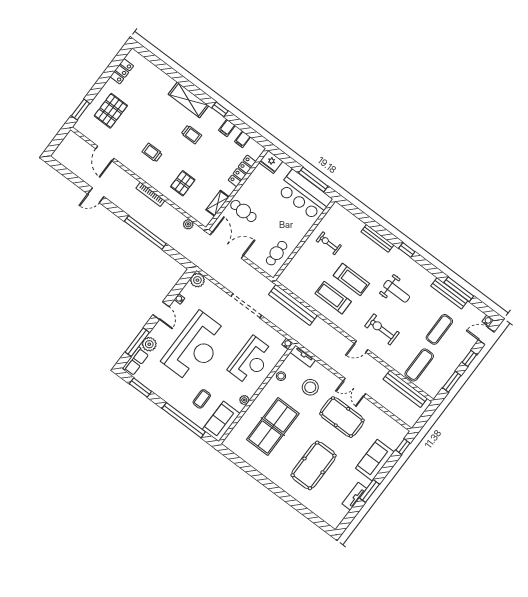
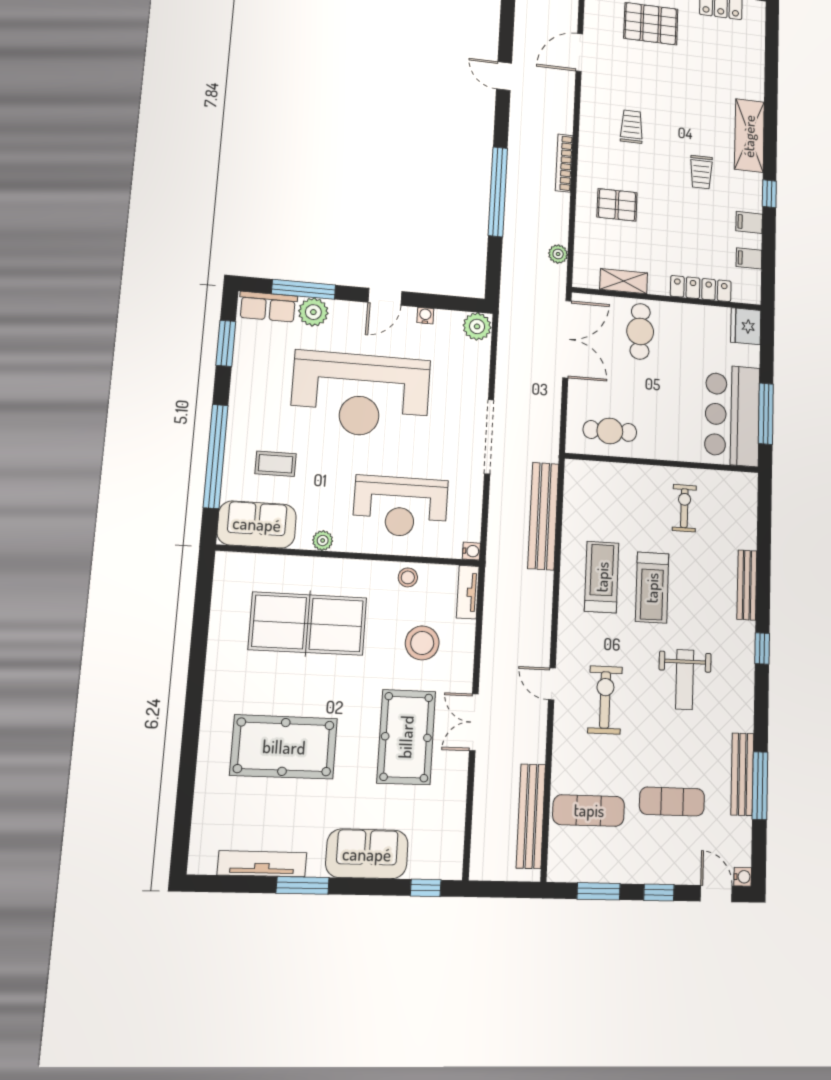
tv unit: (354, 496) -> (262, 864), width x1.41

